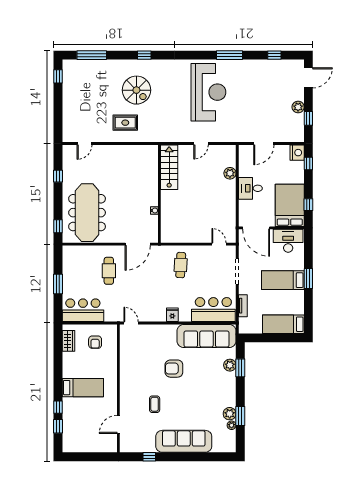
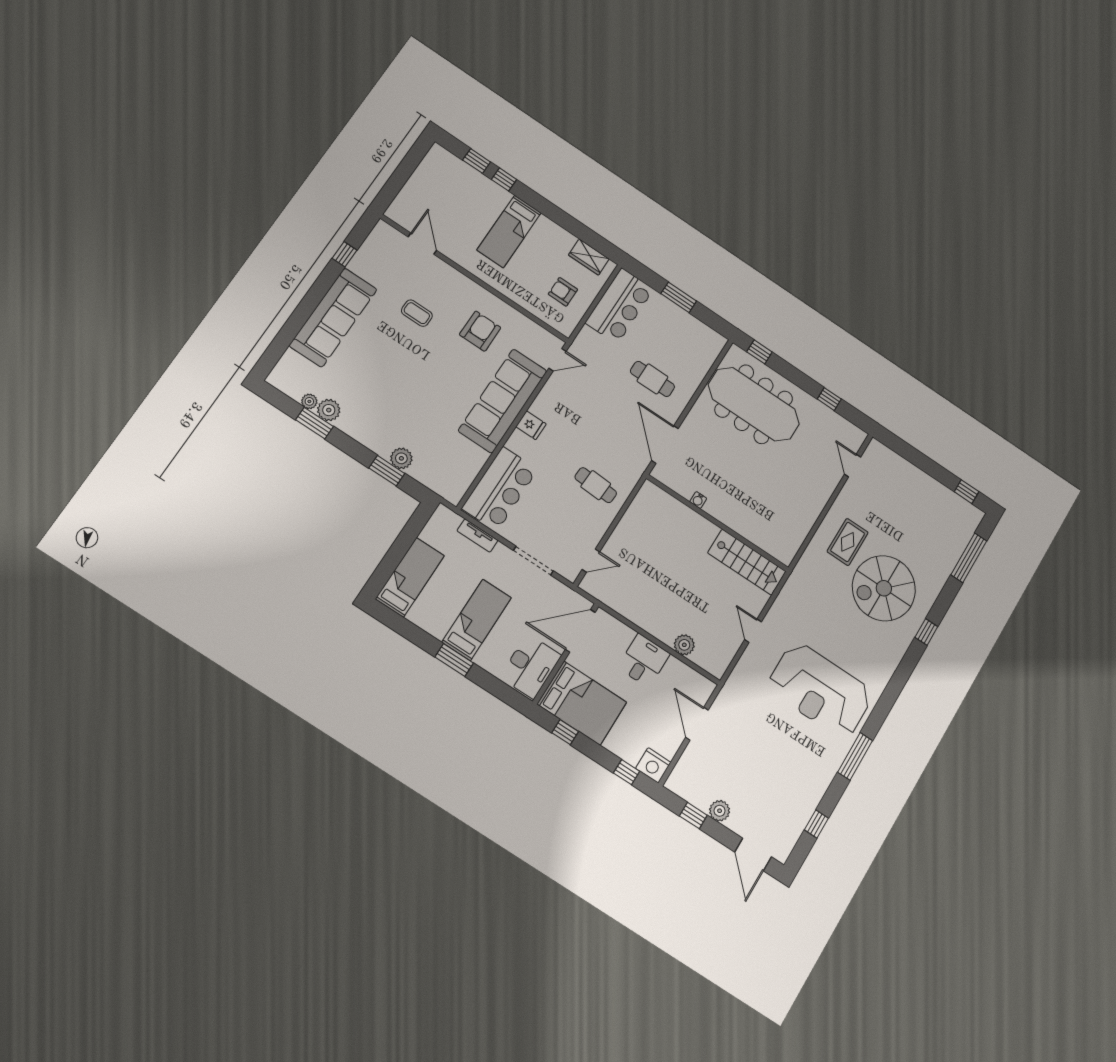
spiral stairs: (136, 90) -> (884, 588), width x1.37, depth x1.37
sofa: (207, 336) -> (503, 401), moved
armchair: (174, 369) -> (480, 331), moved

